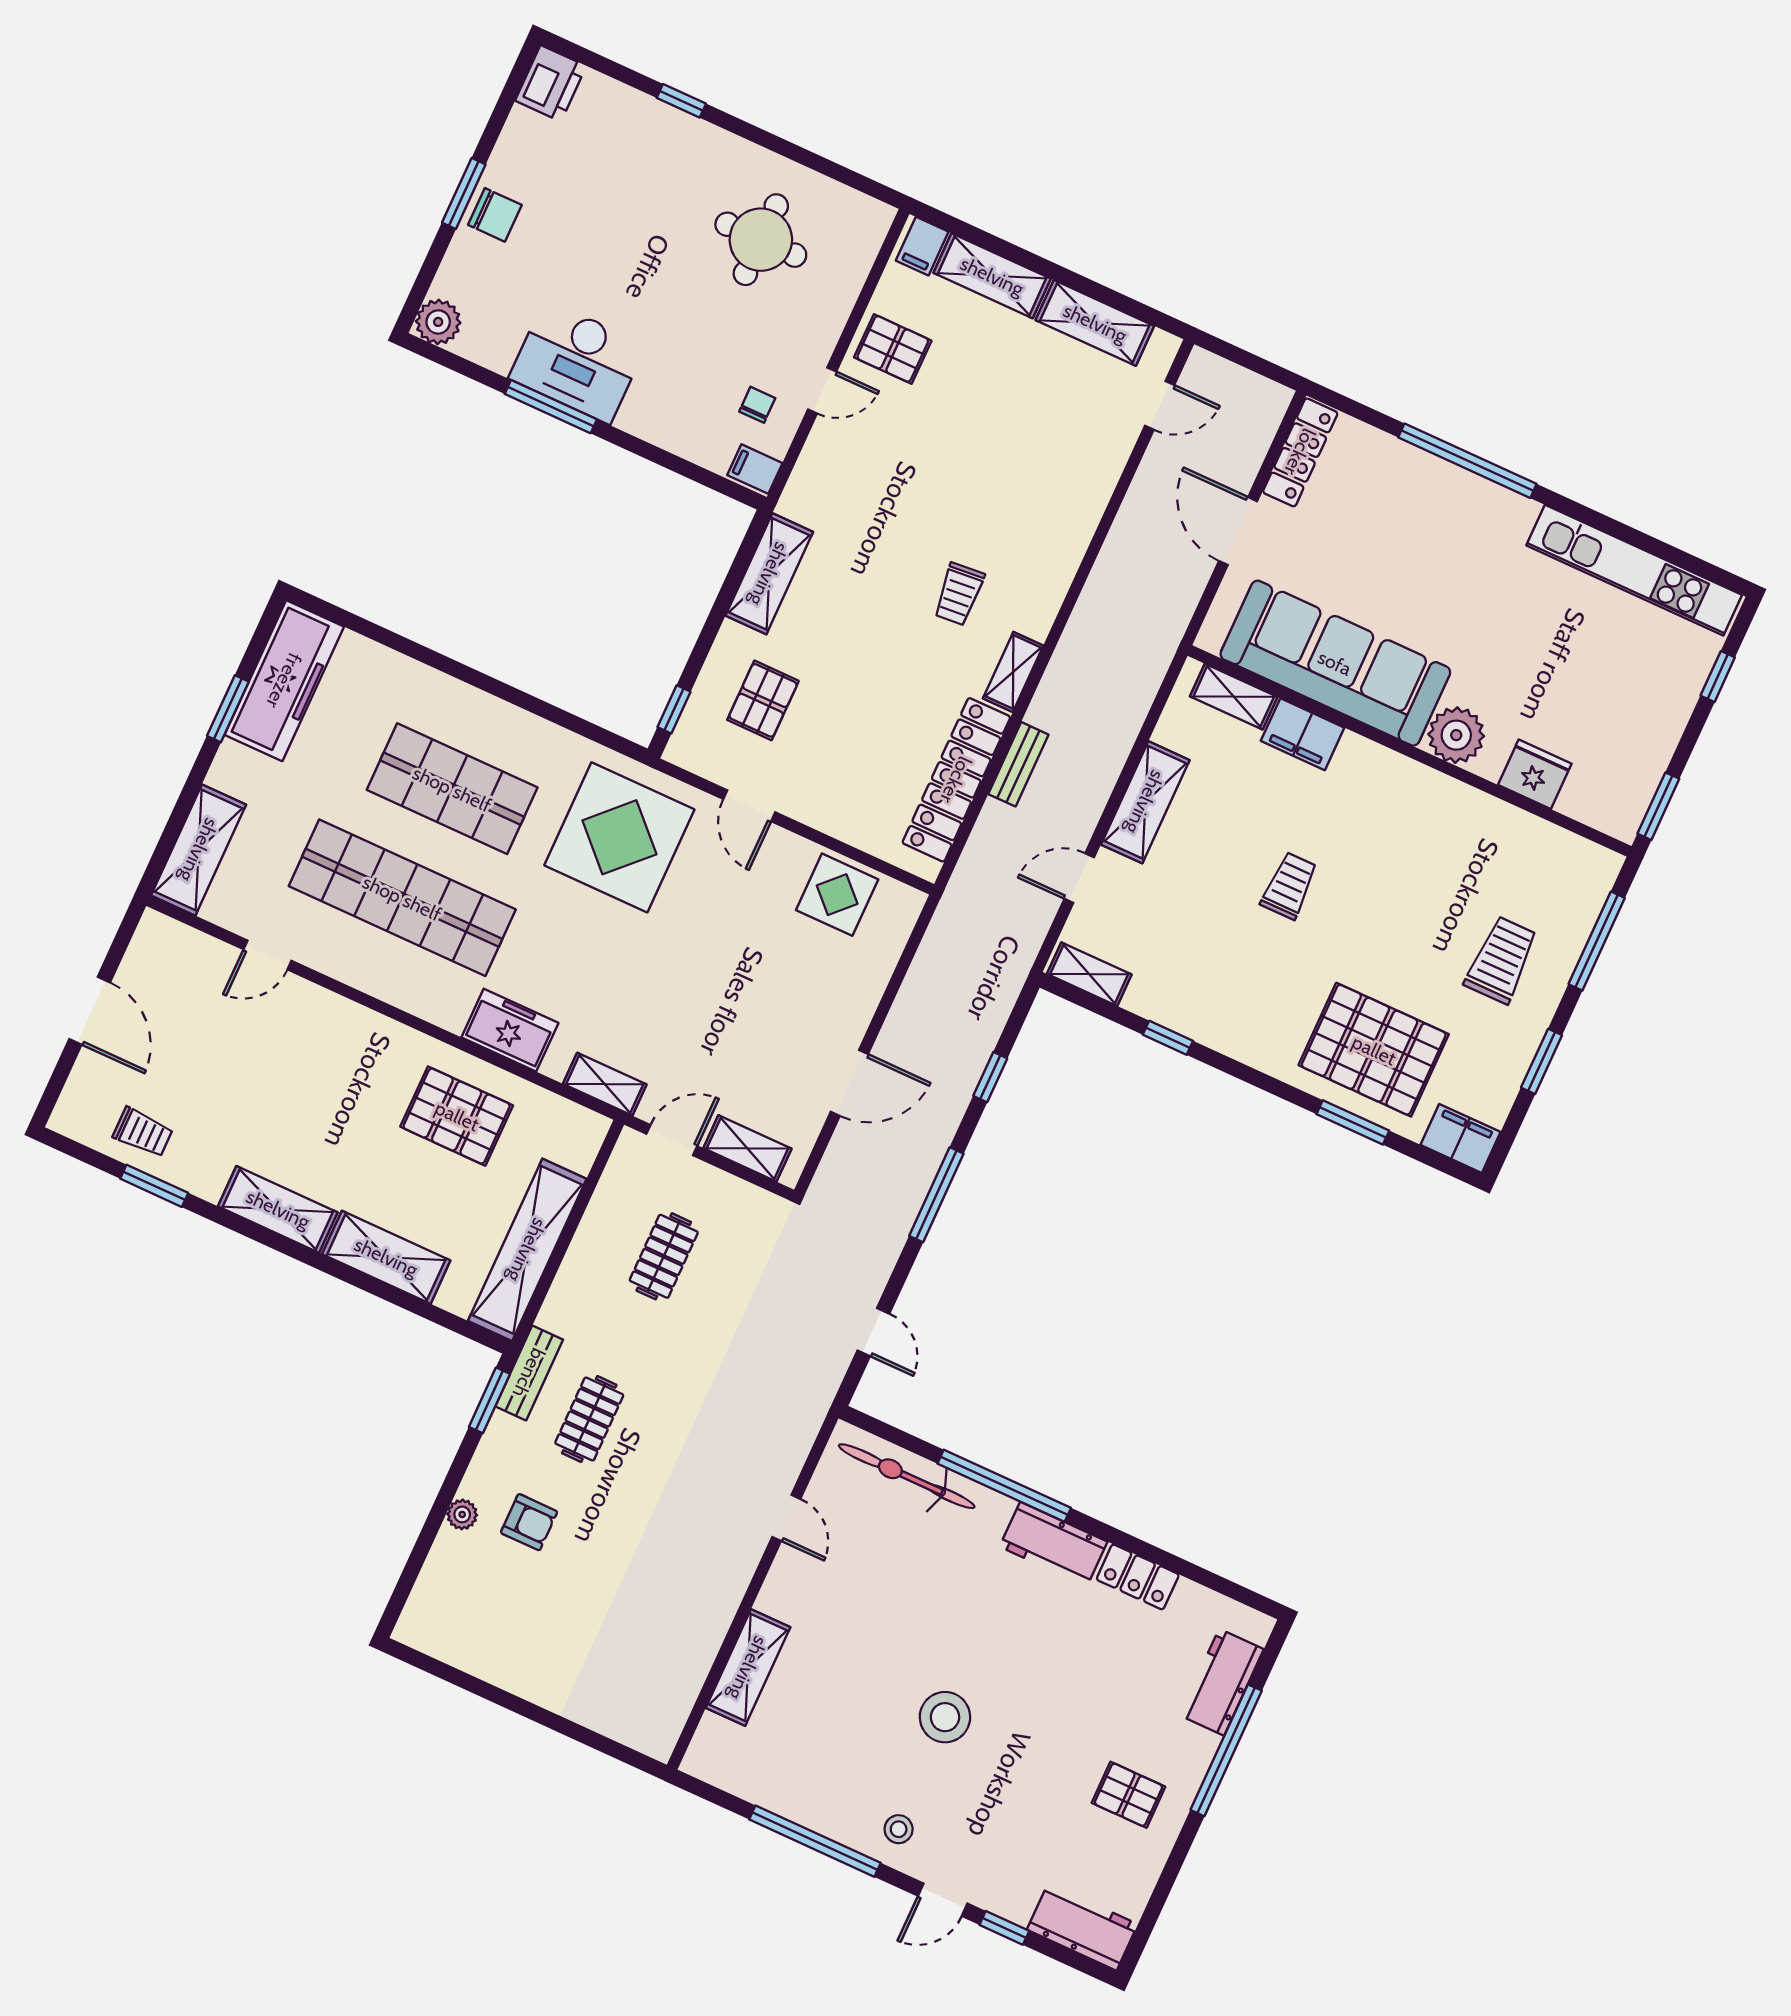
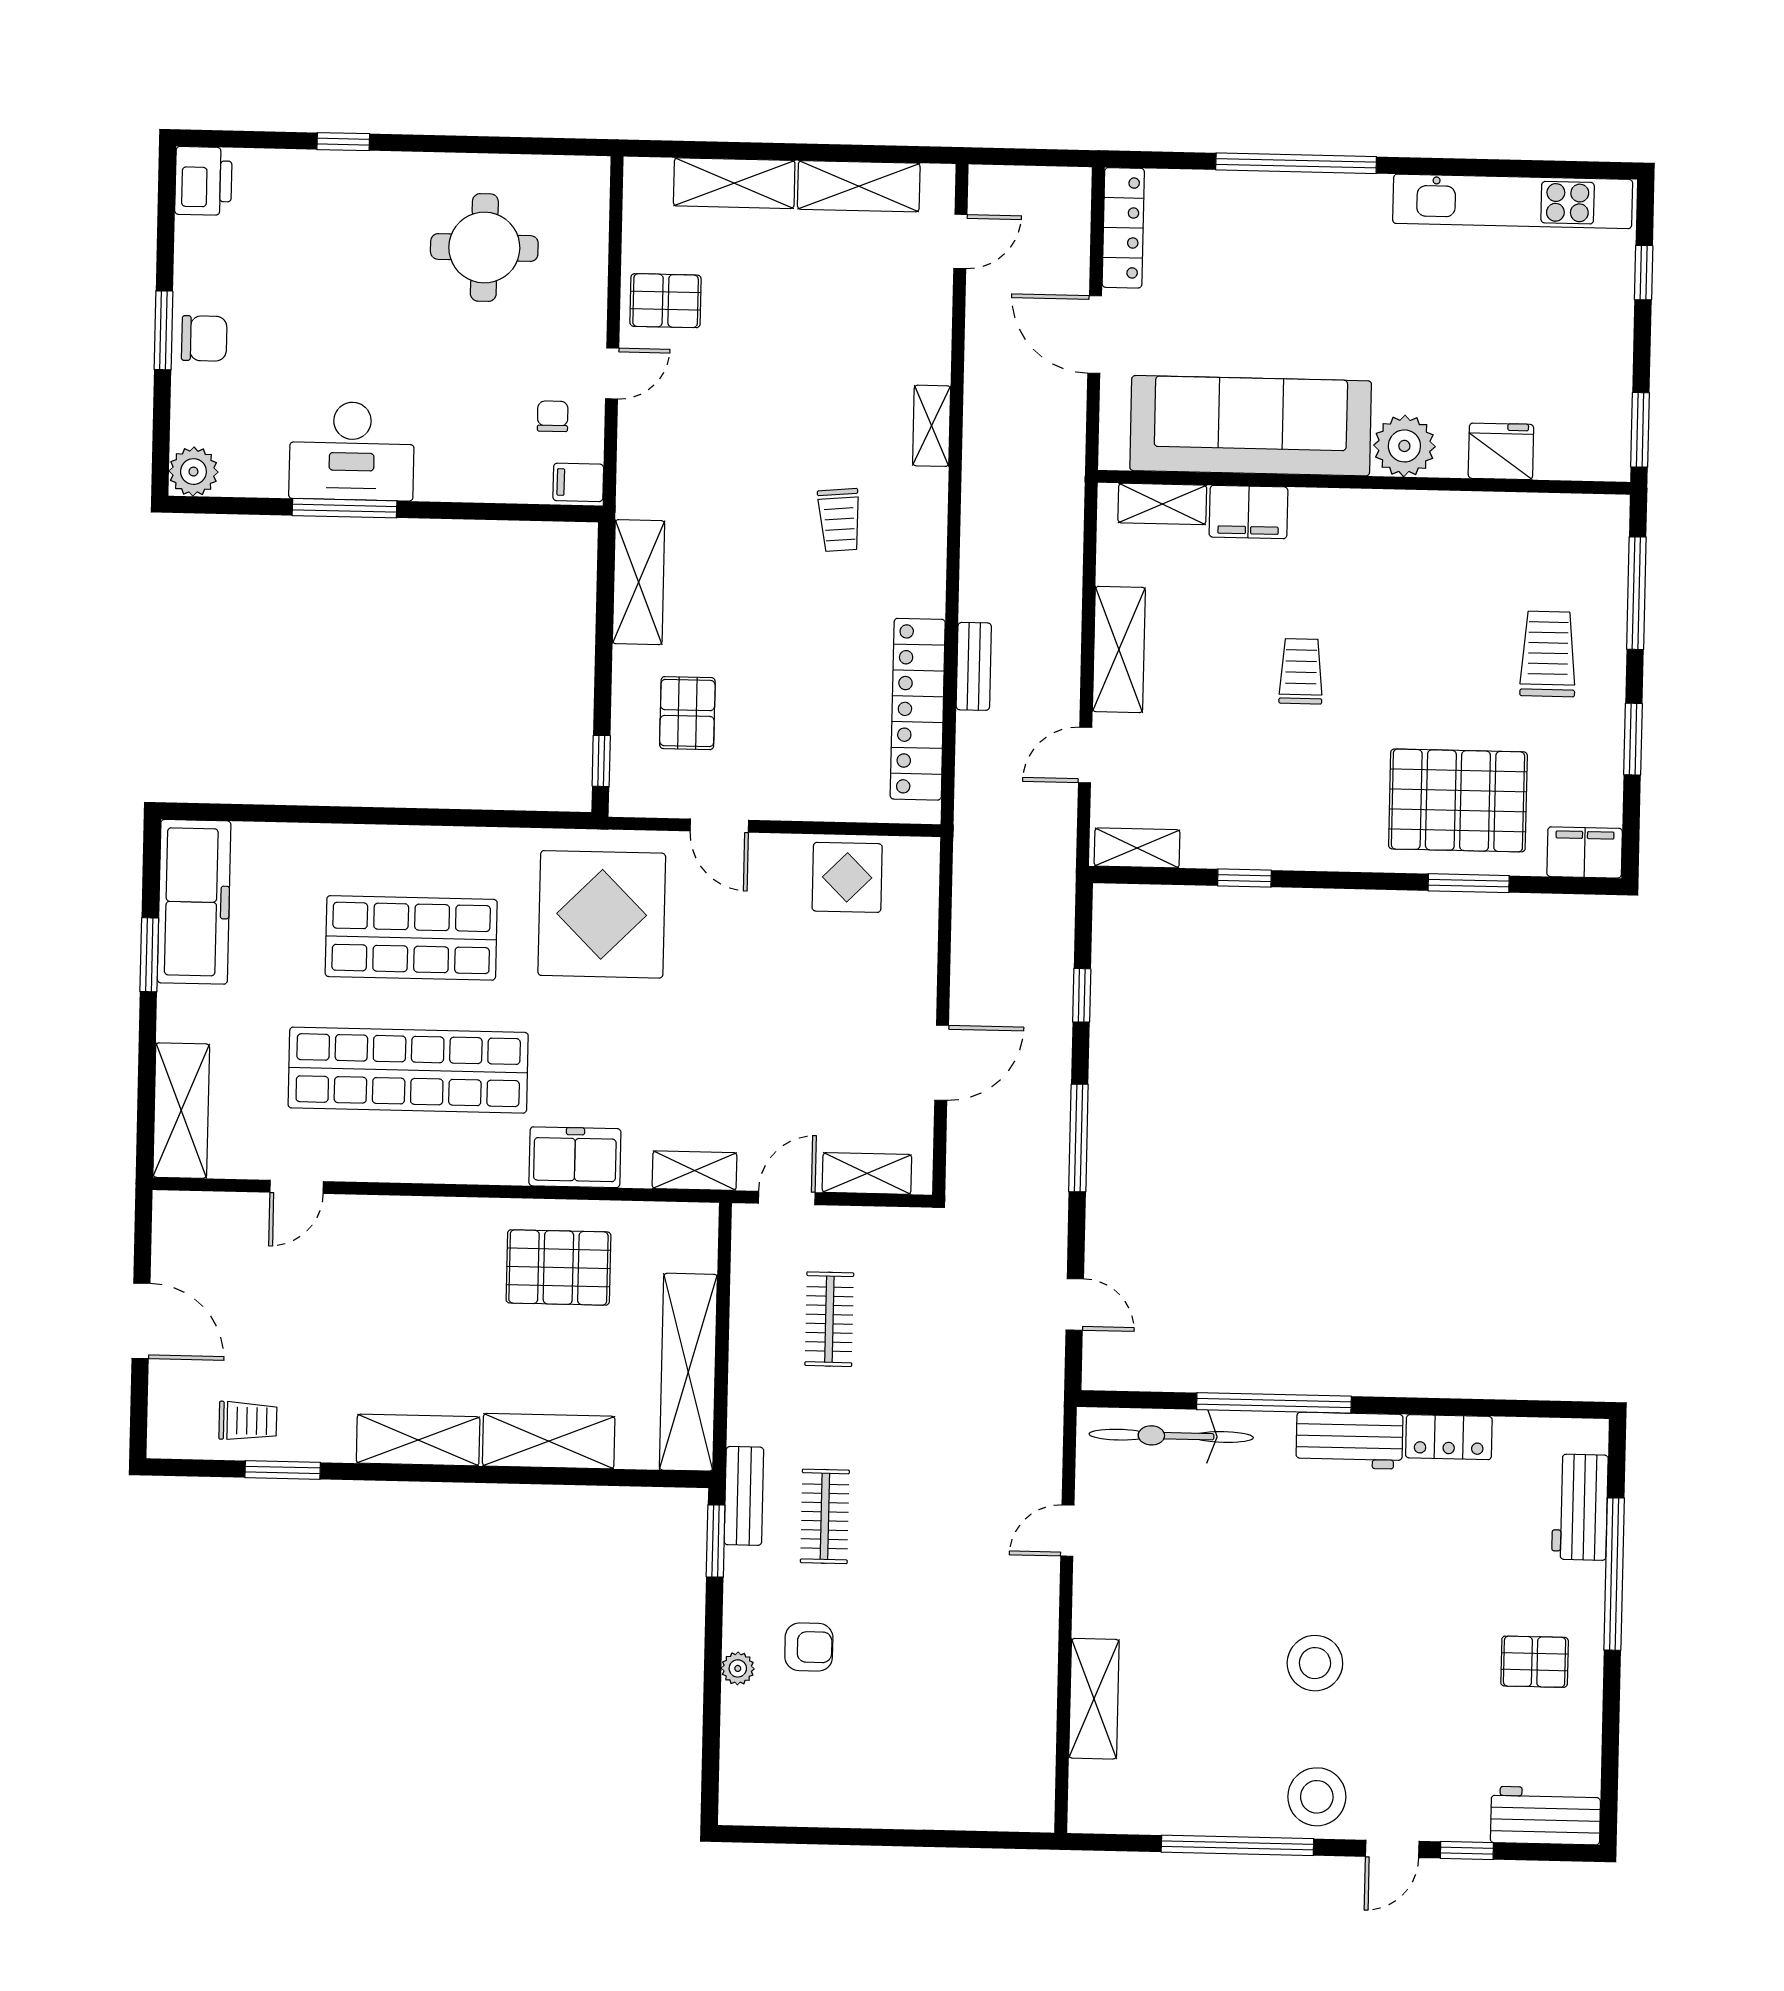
filing cabinet: (922, 246) -> (651, 184), removed
shelving: (1013, 672) -> (932, 426), moved
door: (786, 1518) -> (1067, 1531), swing flipped
stool: (899, 1829) -> (1317, 1797), width x1.89, depth x1.89

